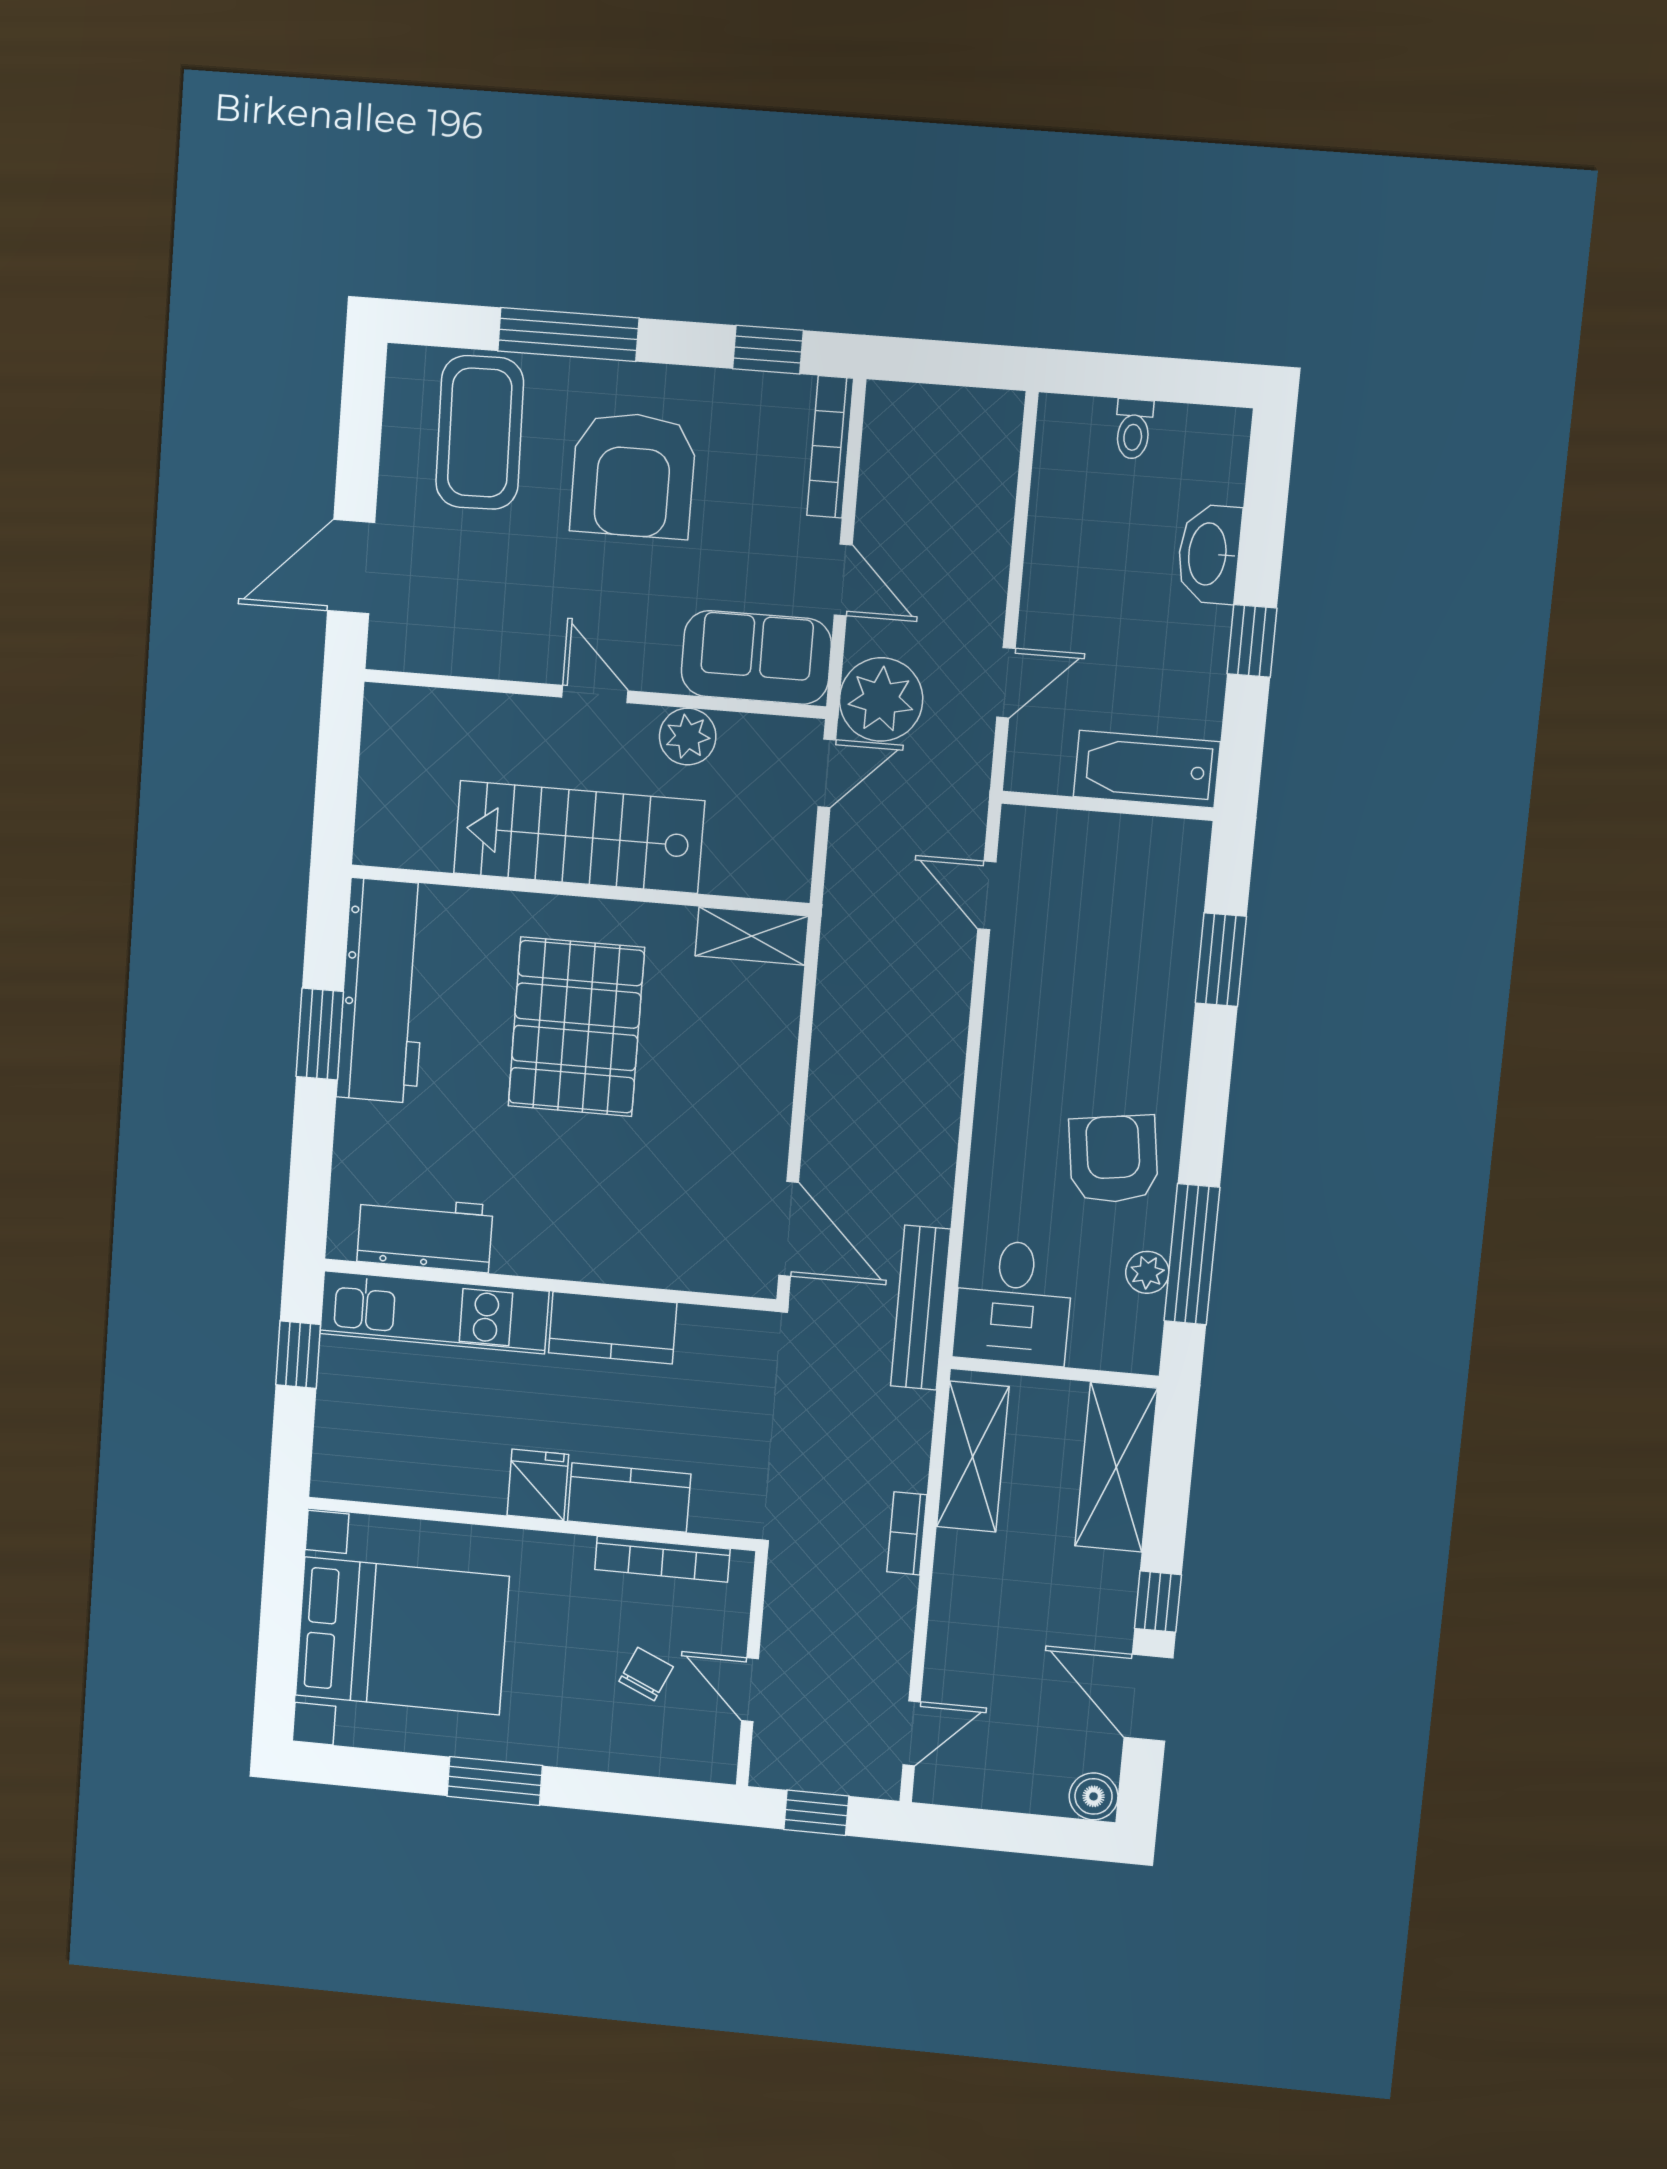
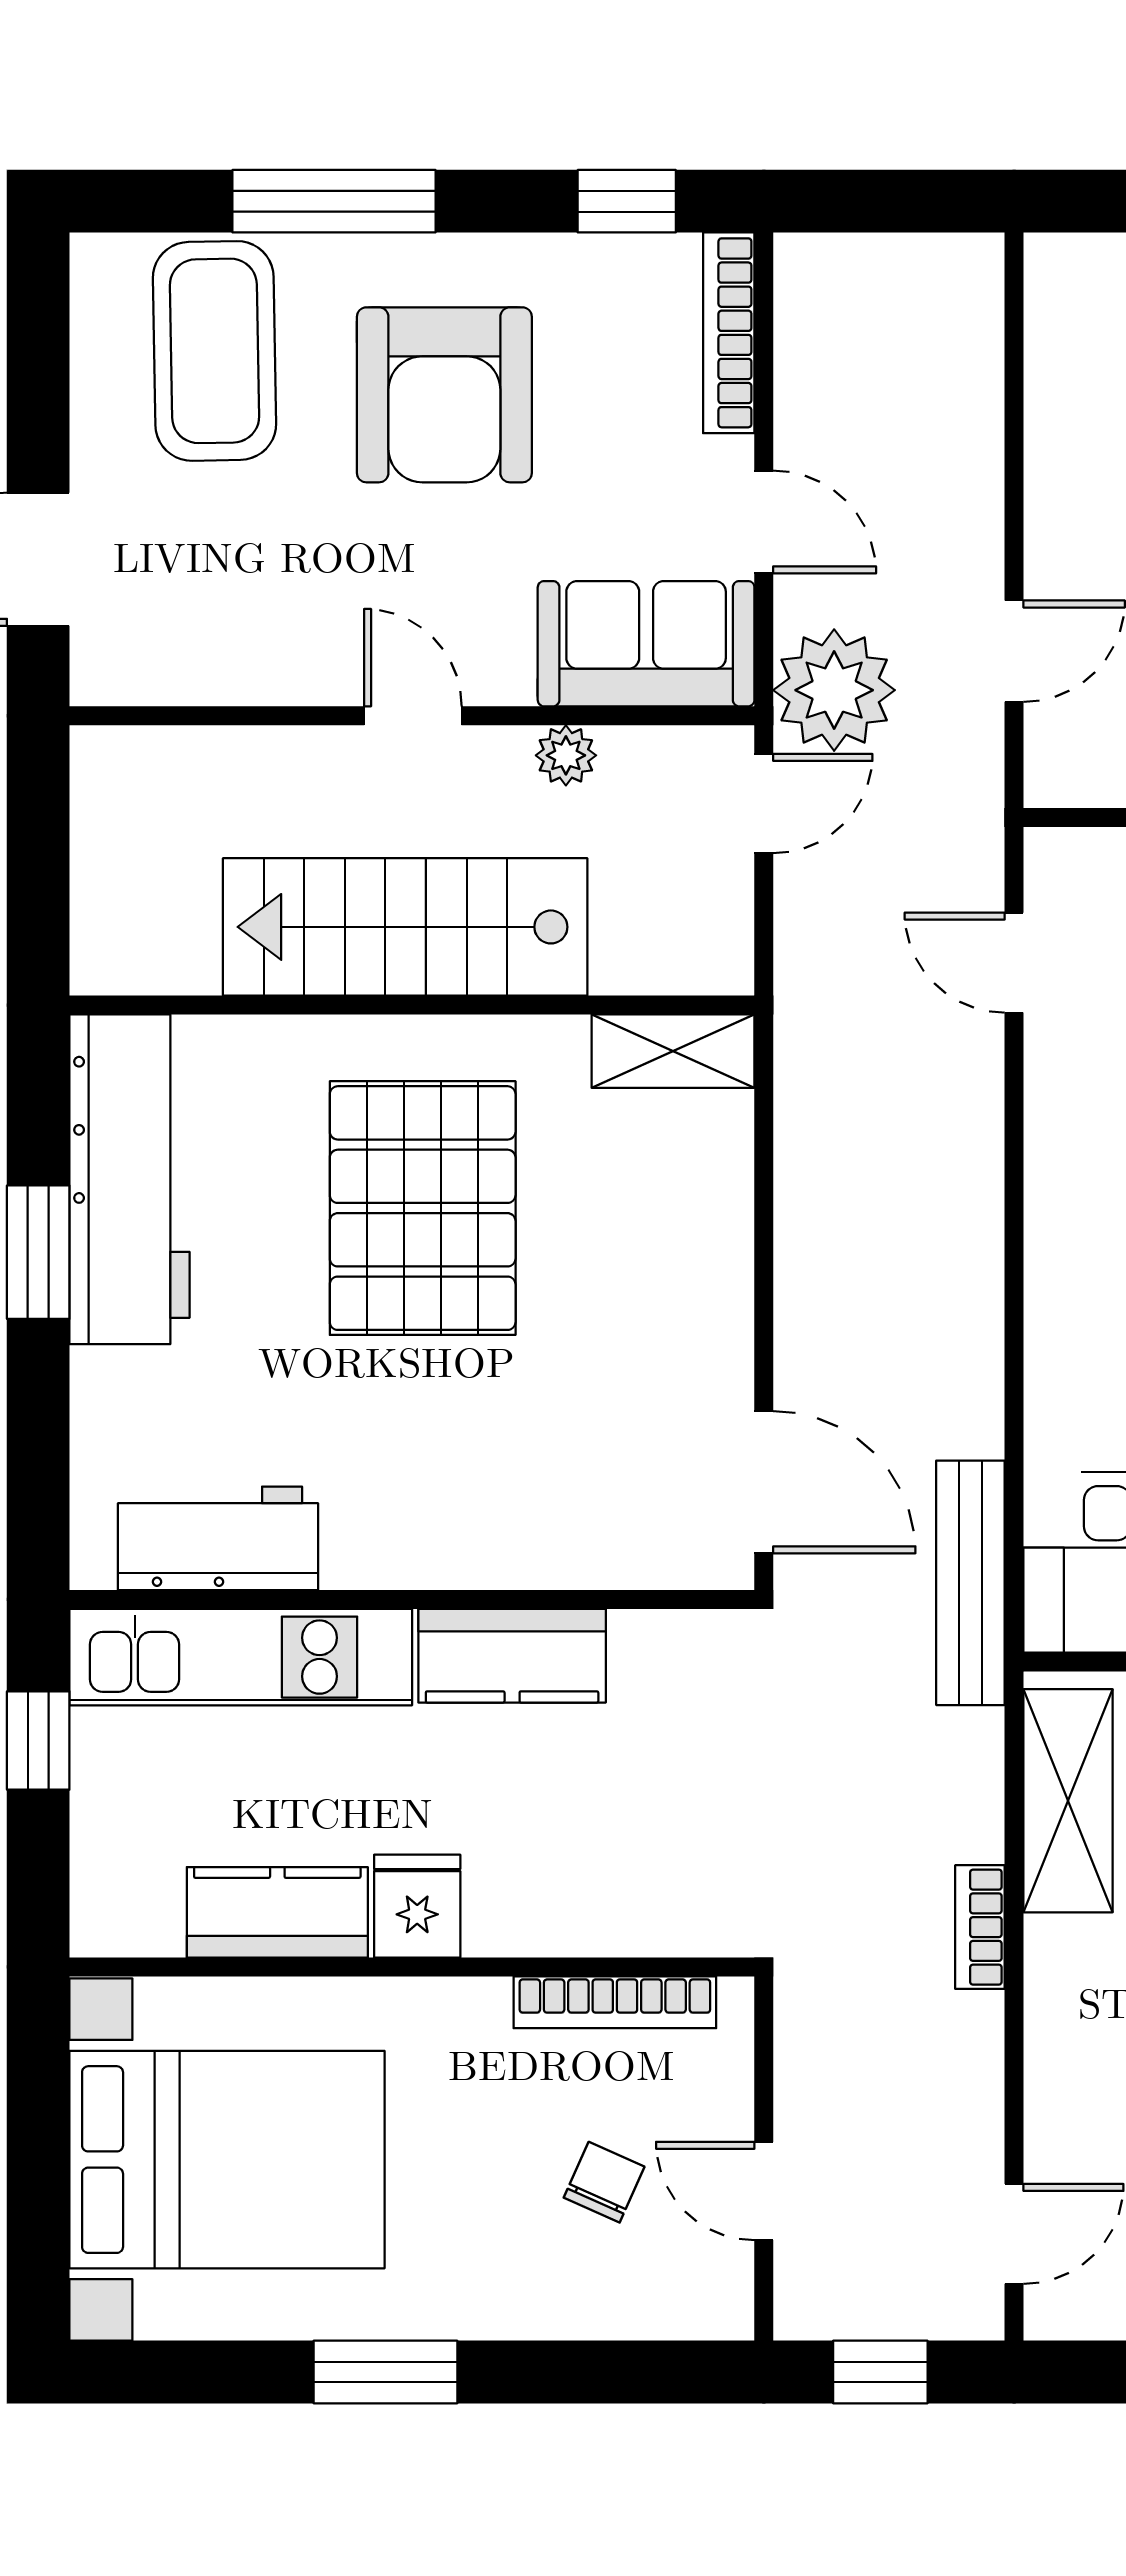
plant: (688, 737) -> (566, 755), width x0.73, depth x0.73
kitchen counter: (629, 1498) -> (277, 1912), moved

